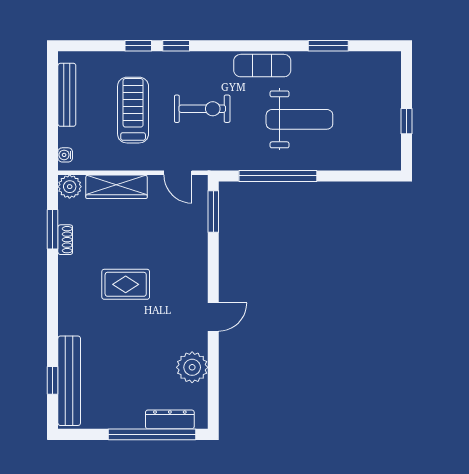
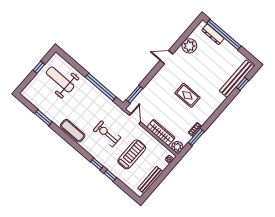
treadmill: (133, 110) -> (132, 154), turned 180
weight bench: (299, 119) -> (60, 79), moved

